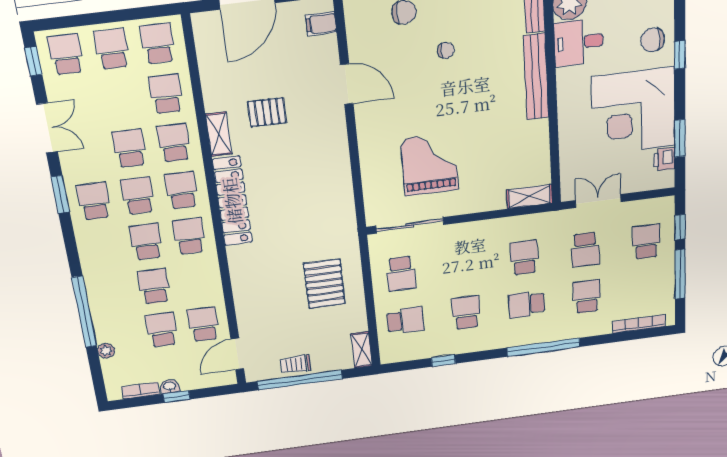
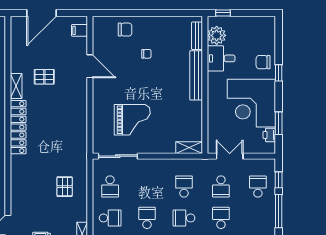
grand piano: (430, 164) -> (132, 120), turned 90
pallet: (324, 284) -> (65, 187), width x0.67, depth x0.71

